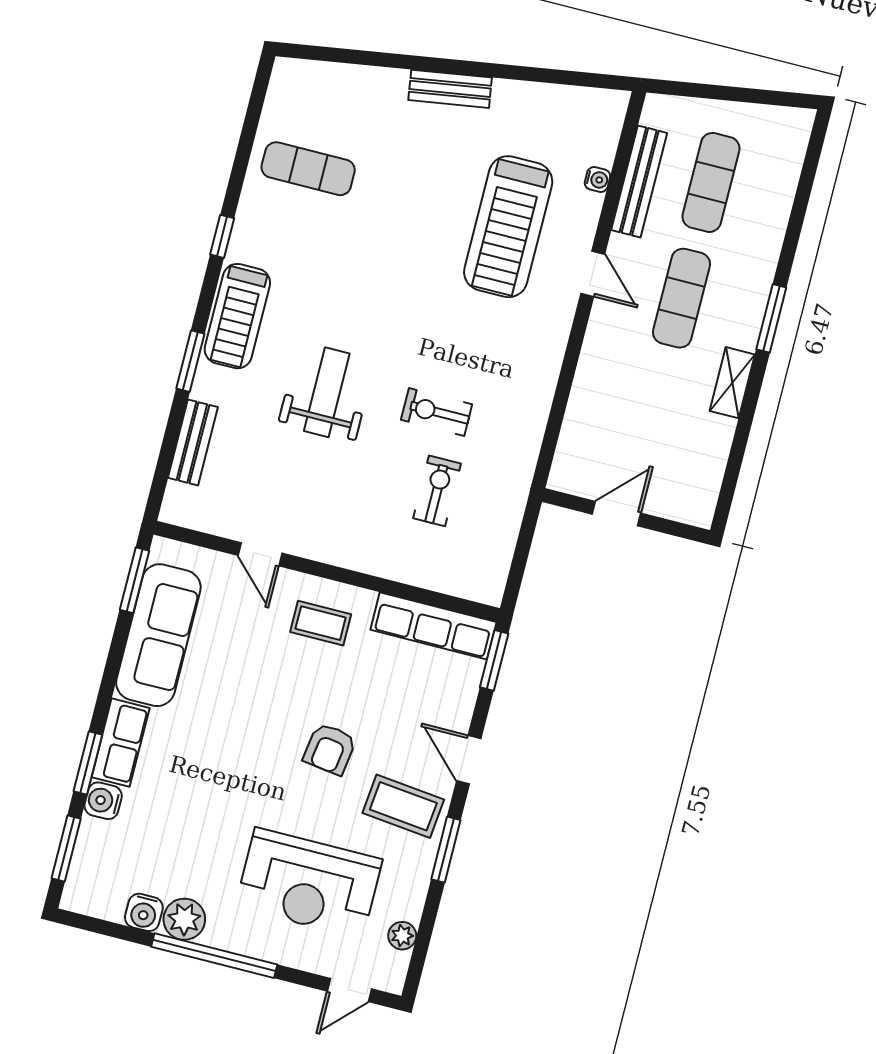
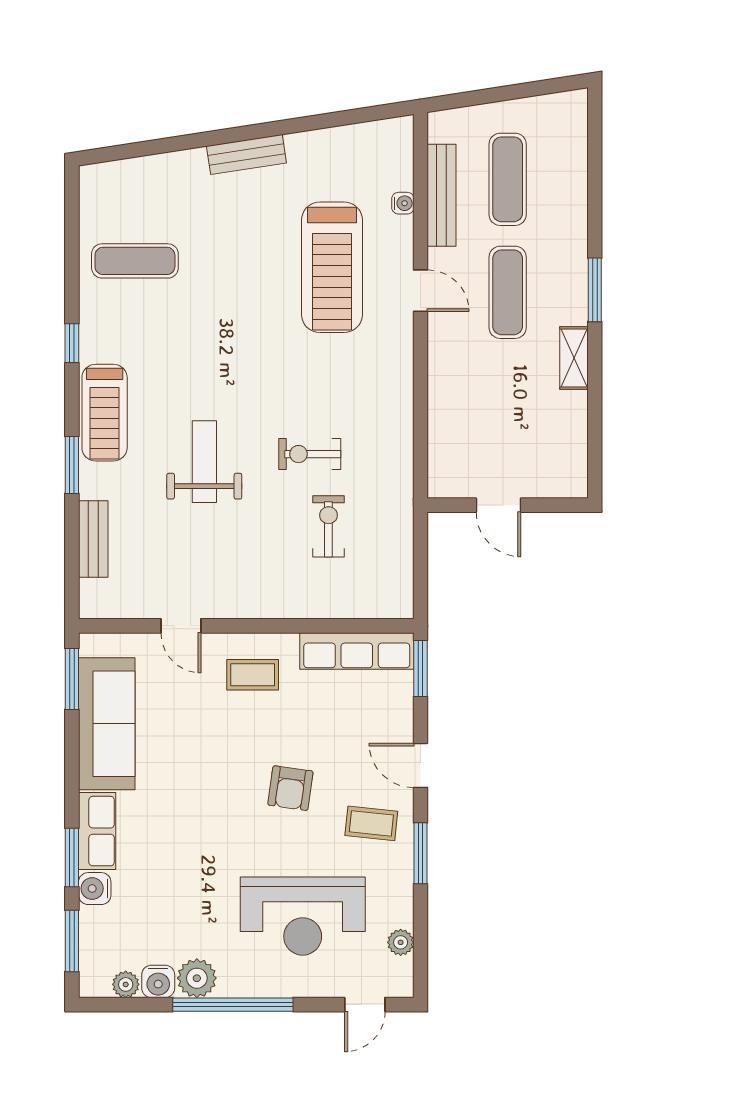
door: (616, 514) -> (498, 505), swing flipped
coffee table: (403, 806) -> (371, 823), width x0.73, depth x0.77
plant: (110, 907) -> (126, 984), added

